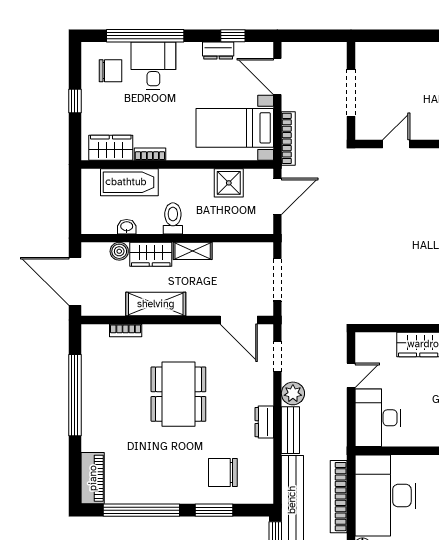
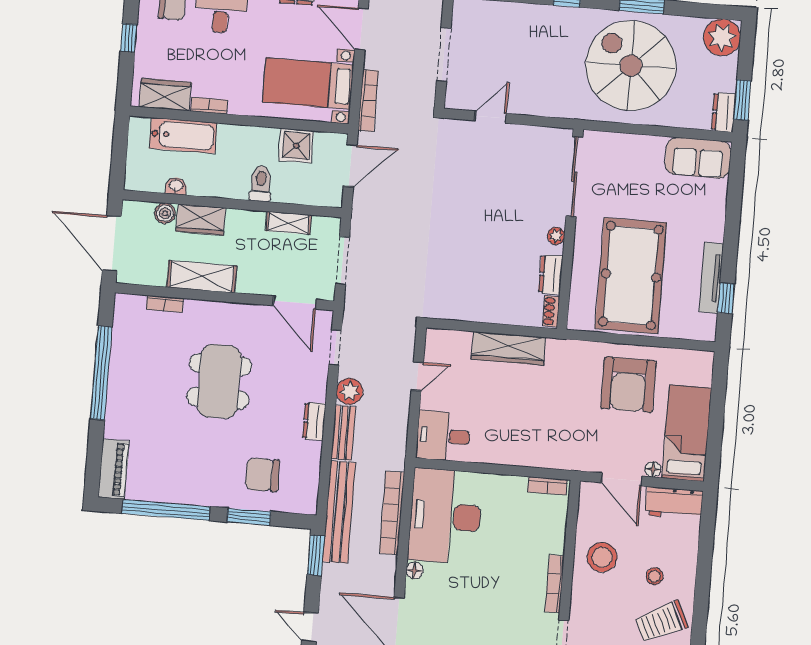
toilet: (173, 218) -> (261, 183), moved
shelving: (193, 251) -> (289, 223), moved
desk: (378, 418) -> (443, 436), width x0.73

